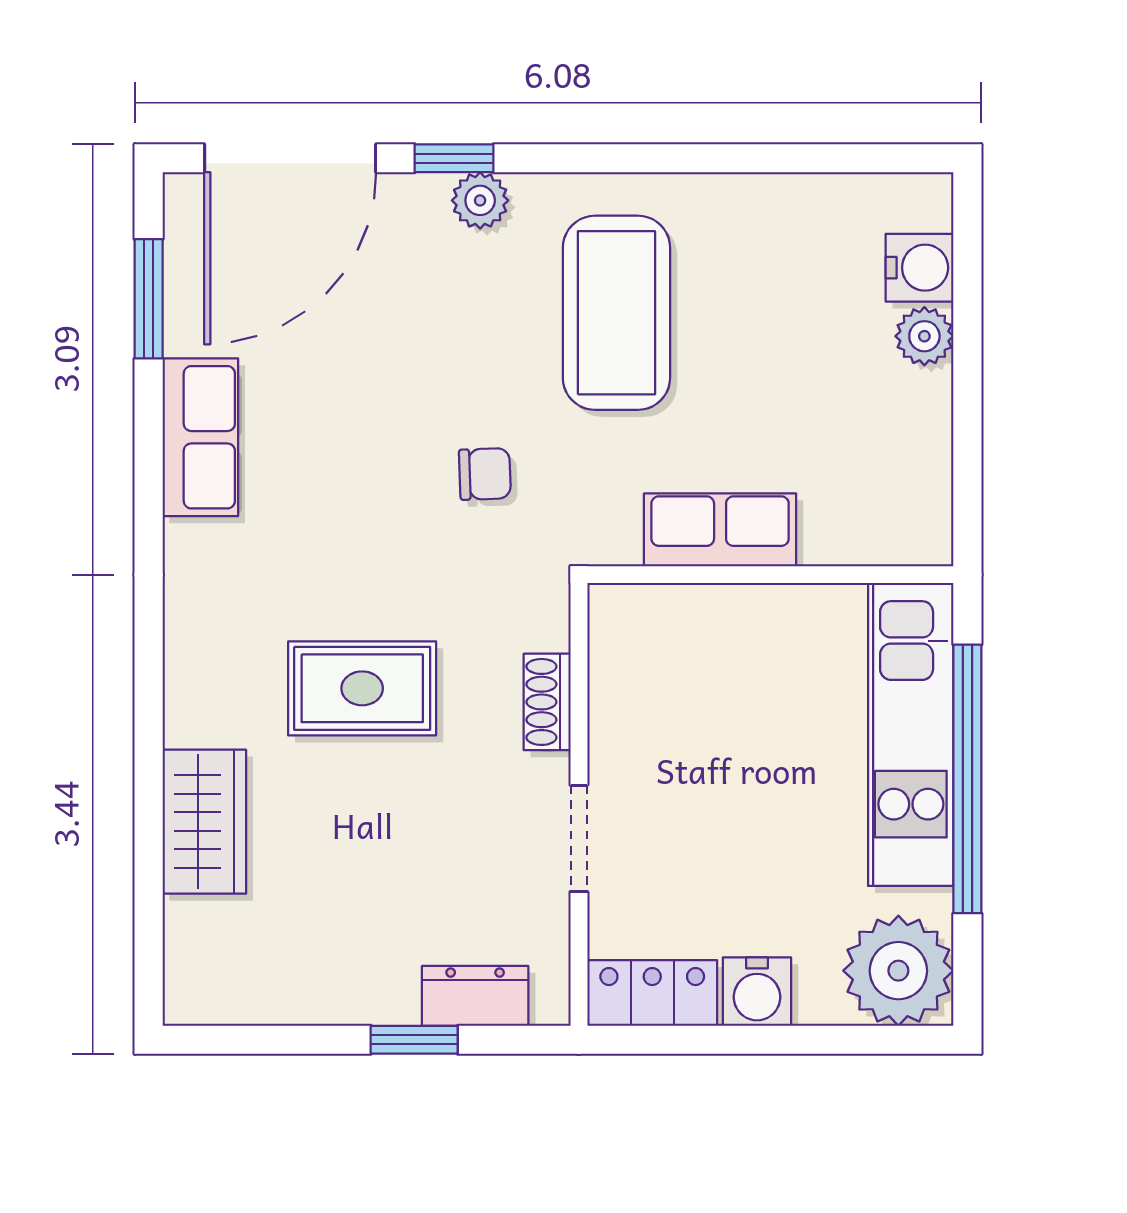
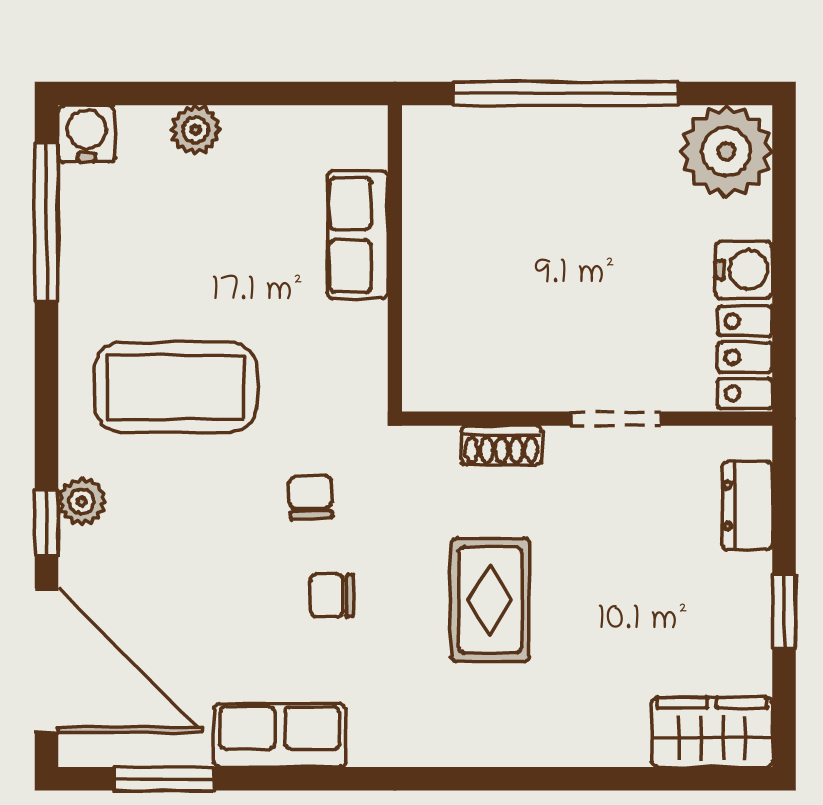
window: (814, 158) -> (46, 222), added
water cooler: (920, 268) -> (86, 134), moved
chair: (368, 499) -> (332, 596), added
row of seats: (720, 530) -> (357, 235), moved
kitchen unit: (911, 734) -> (529, 141), removed
wardrobe: (204, 822) -> (712, 732), moved
window: (414, 1040) -> (784, 611), moved

